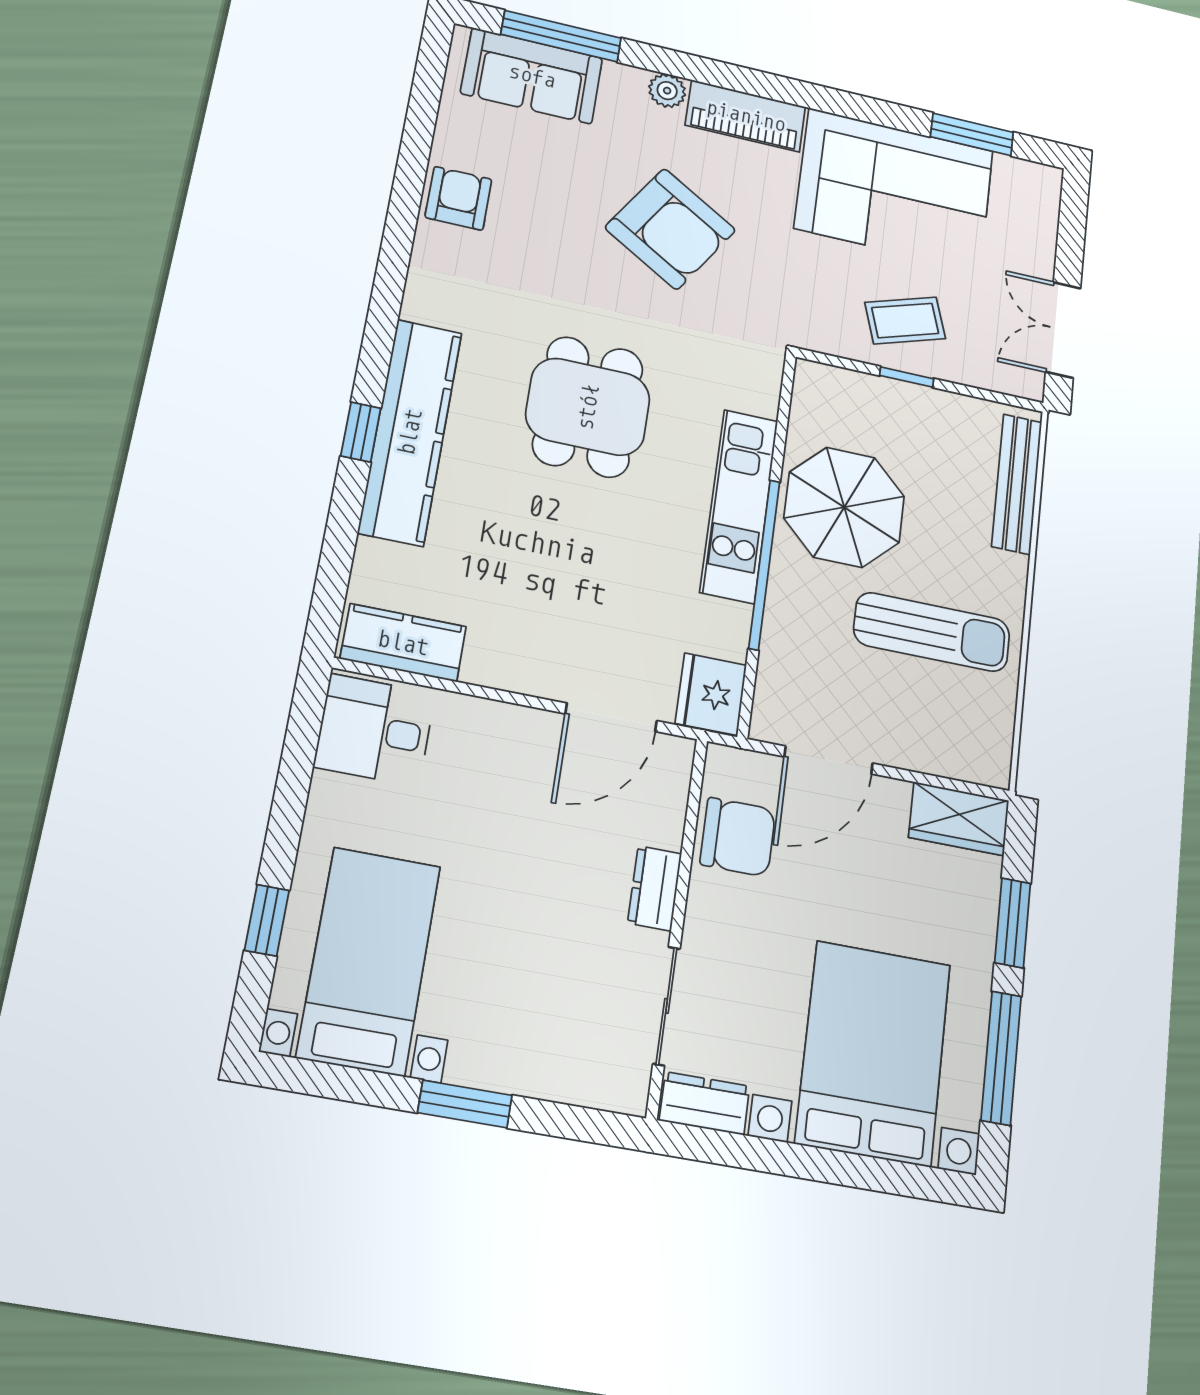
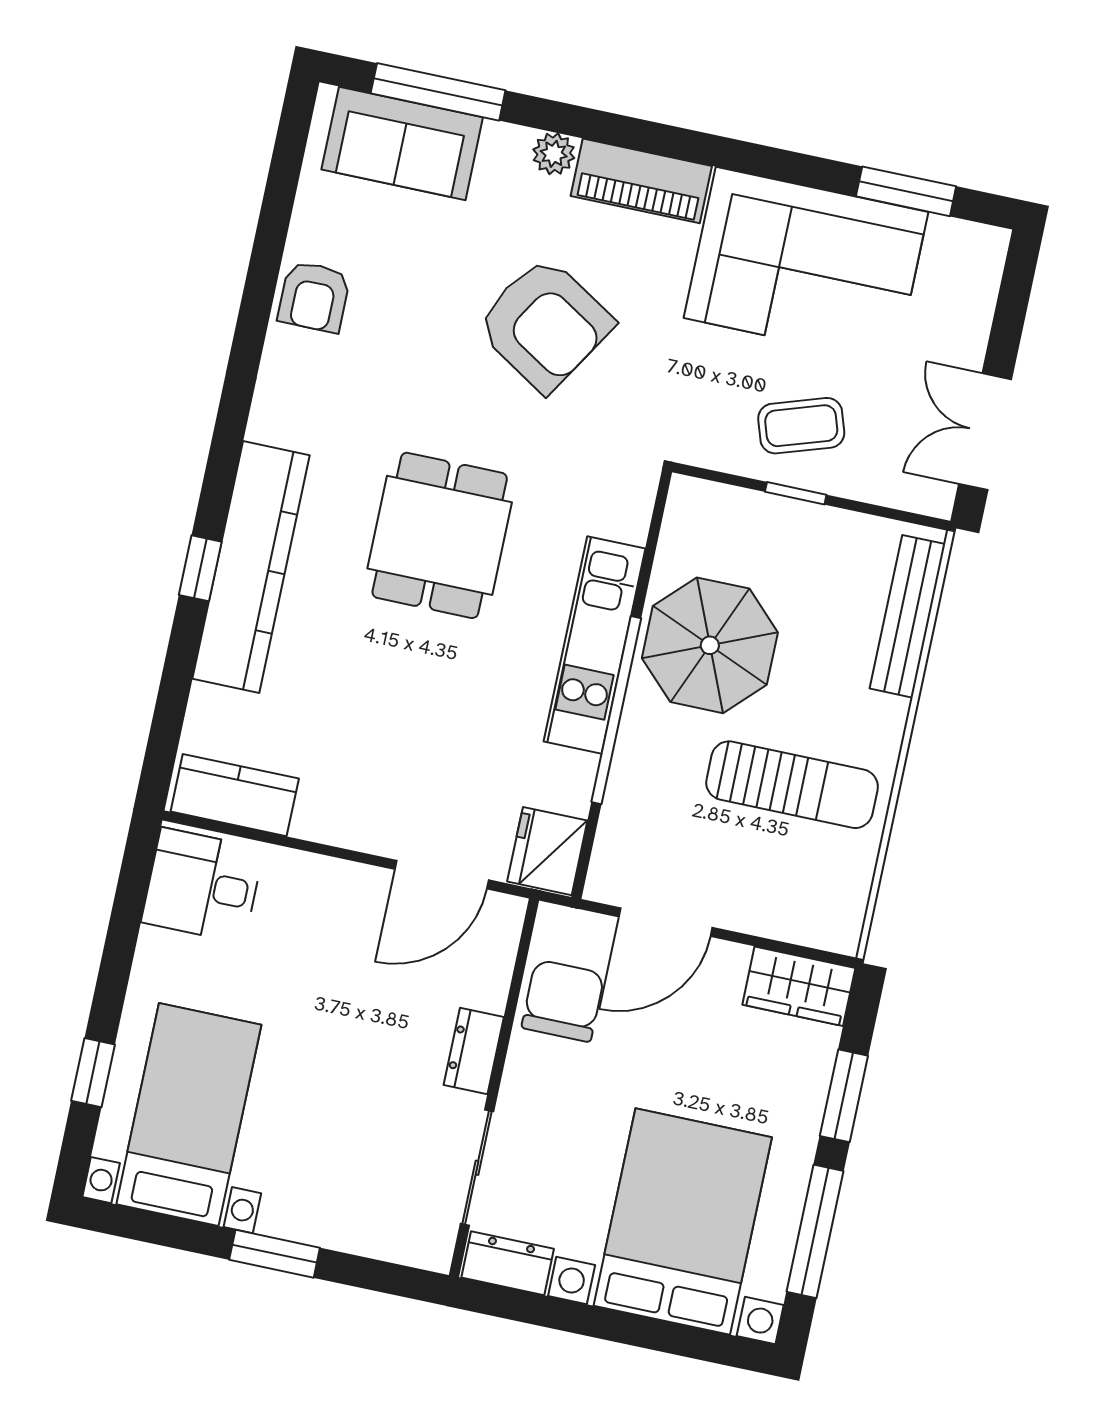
armchair: (458, 198) -> (314, 297), turned 180
chair: (738, 837) -> (563, 1001), turned -90

